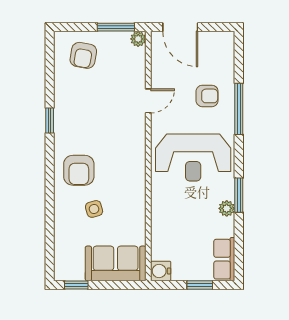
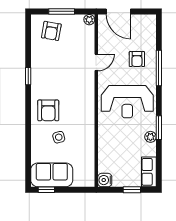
window: (116, 27) -> (62, 11), moved
armchair: (207, 96) -> (137, 59), turned 90
sofa: (116, 263) -> (52, 175), moved

